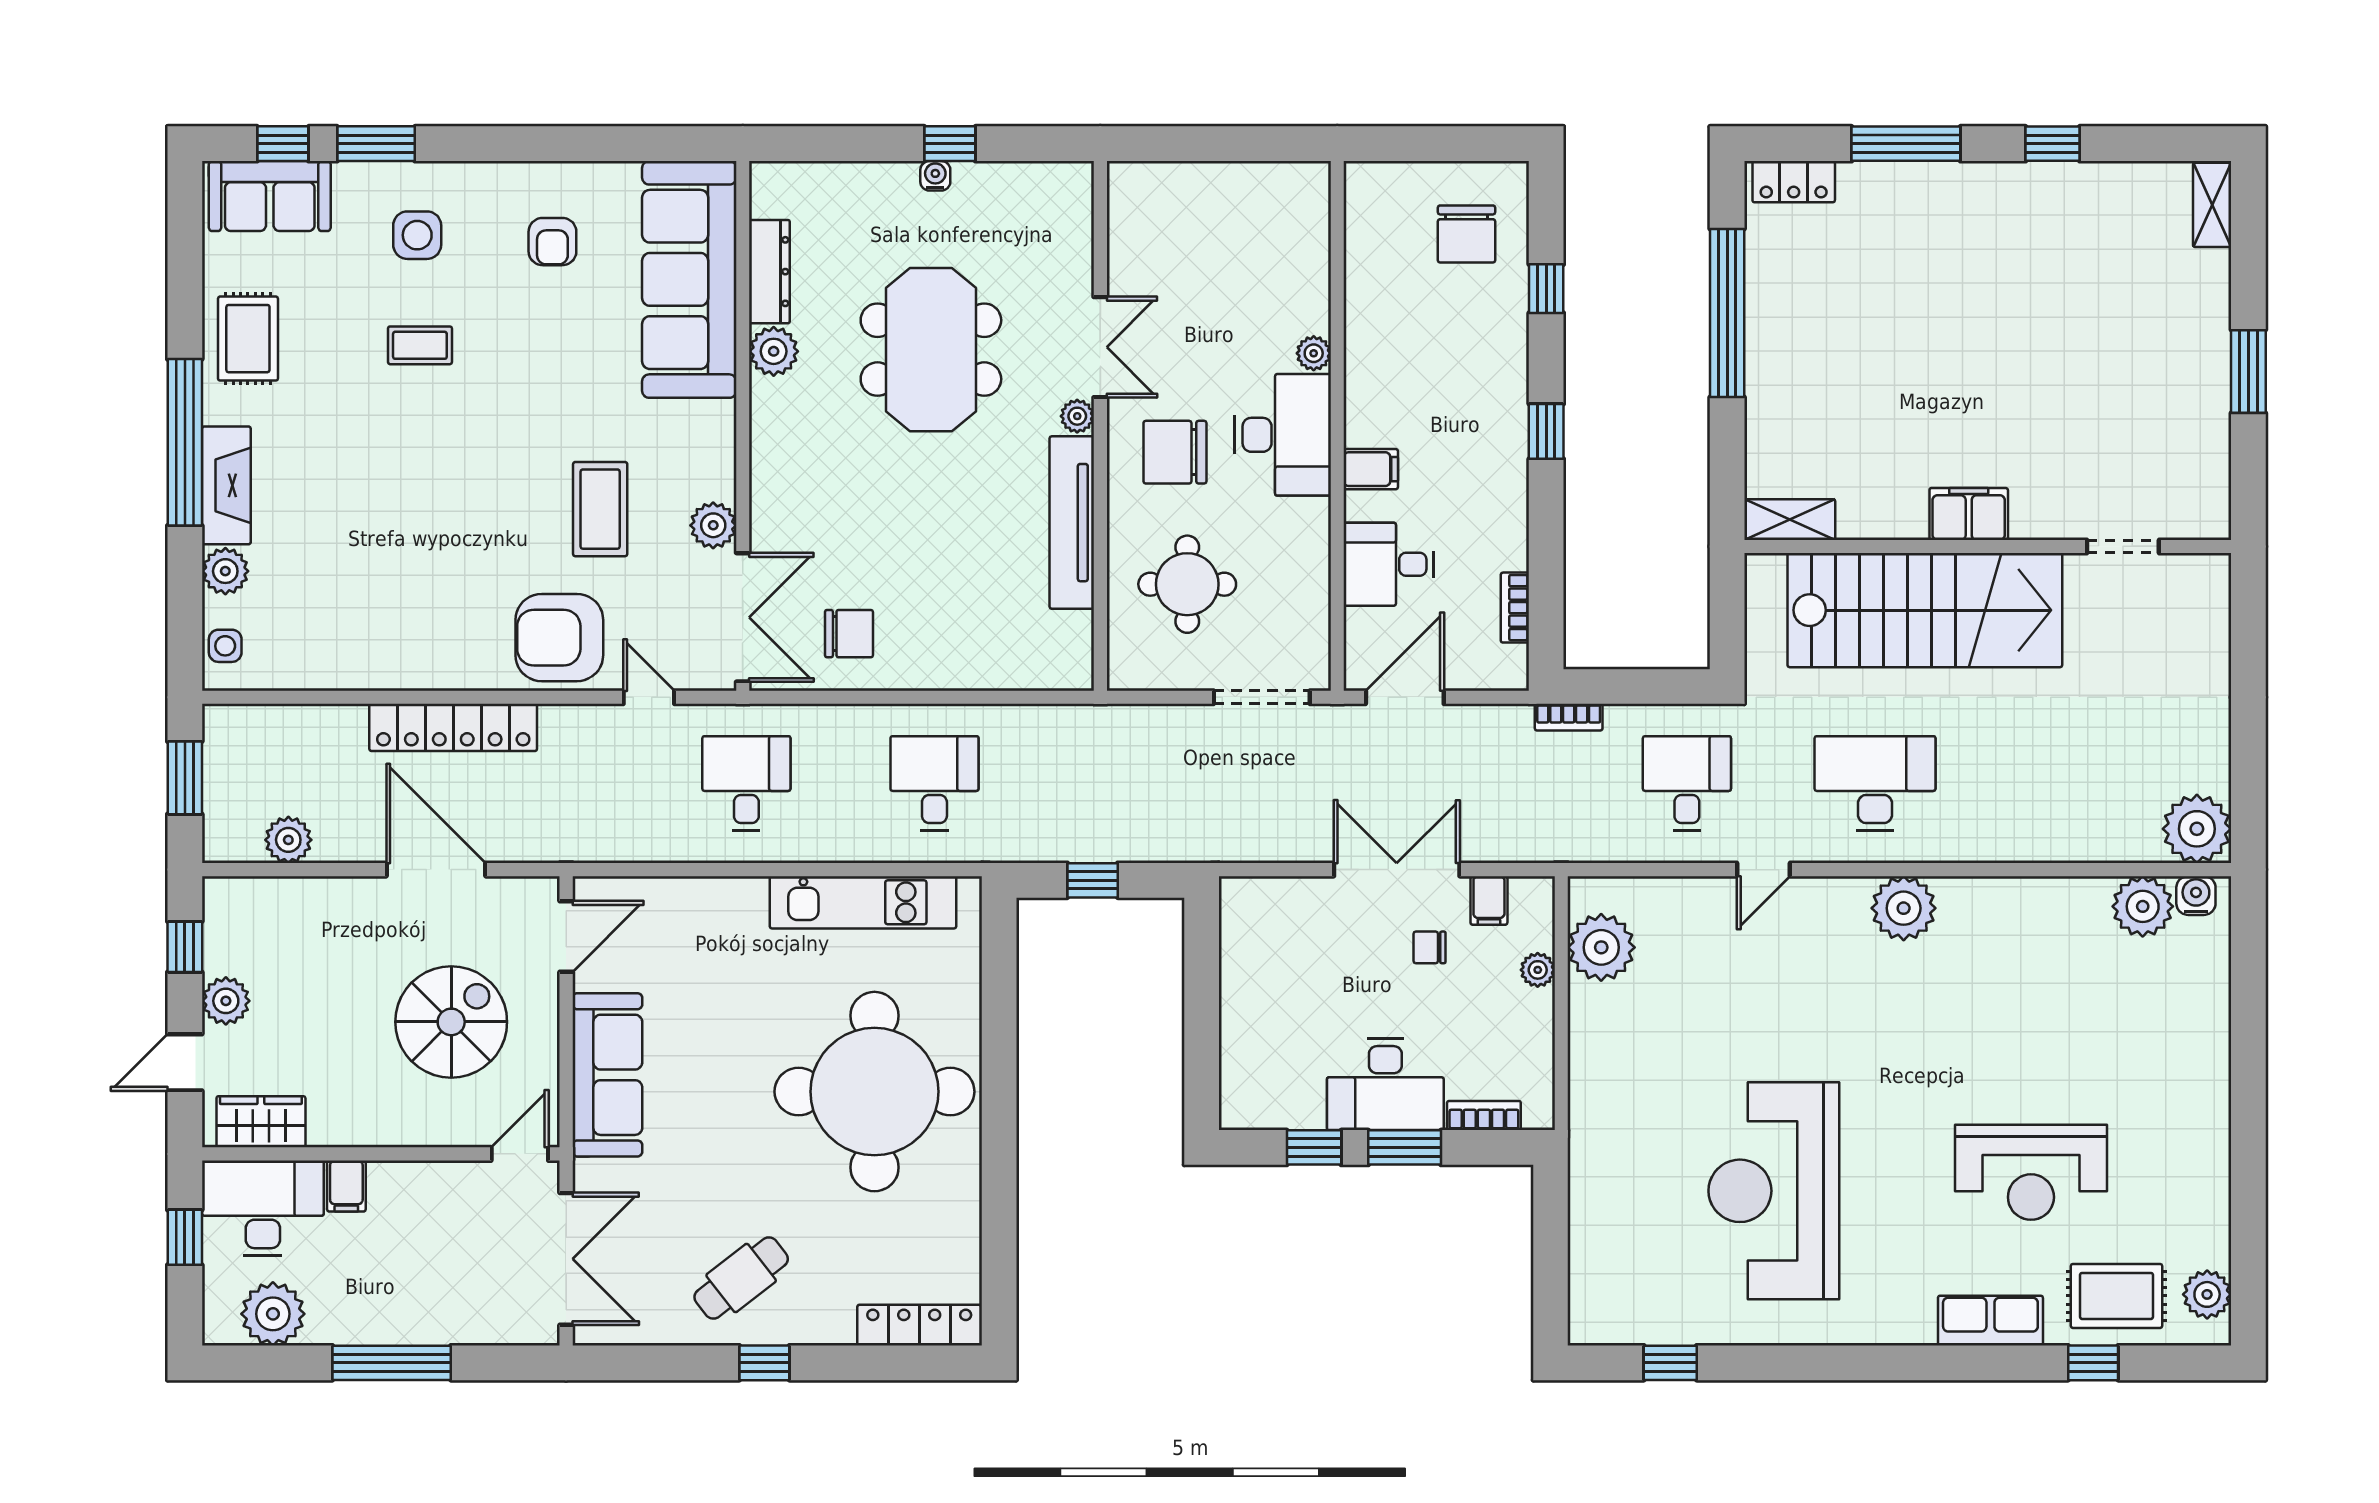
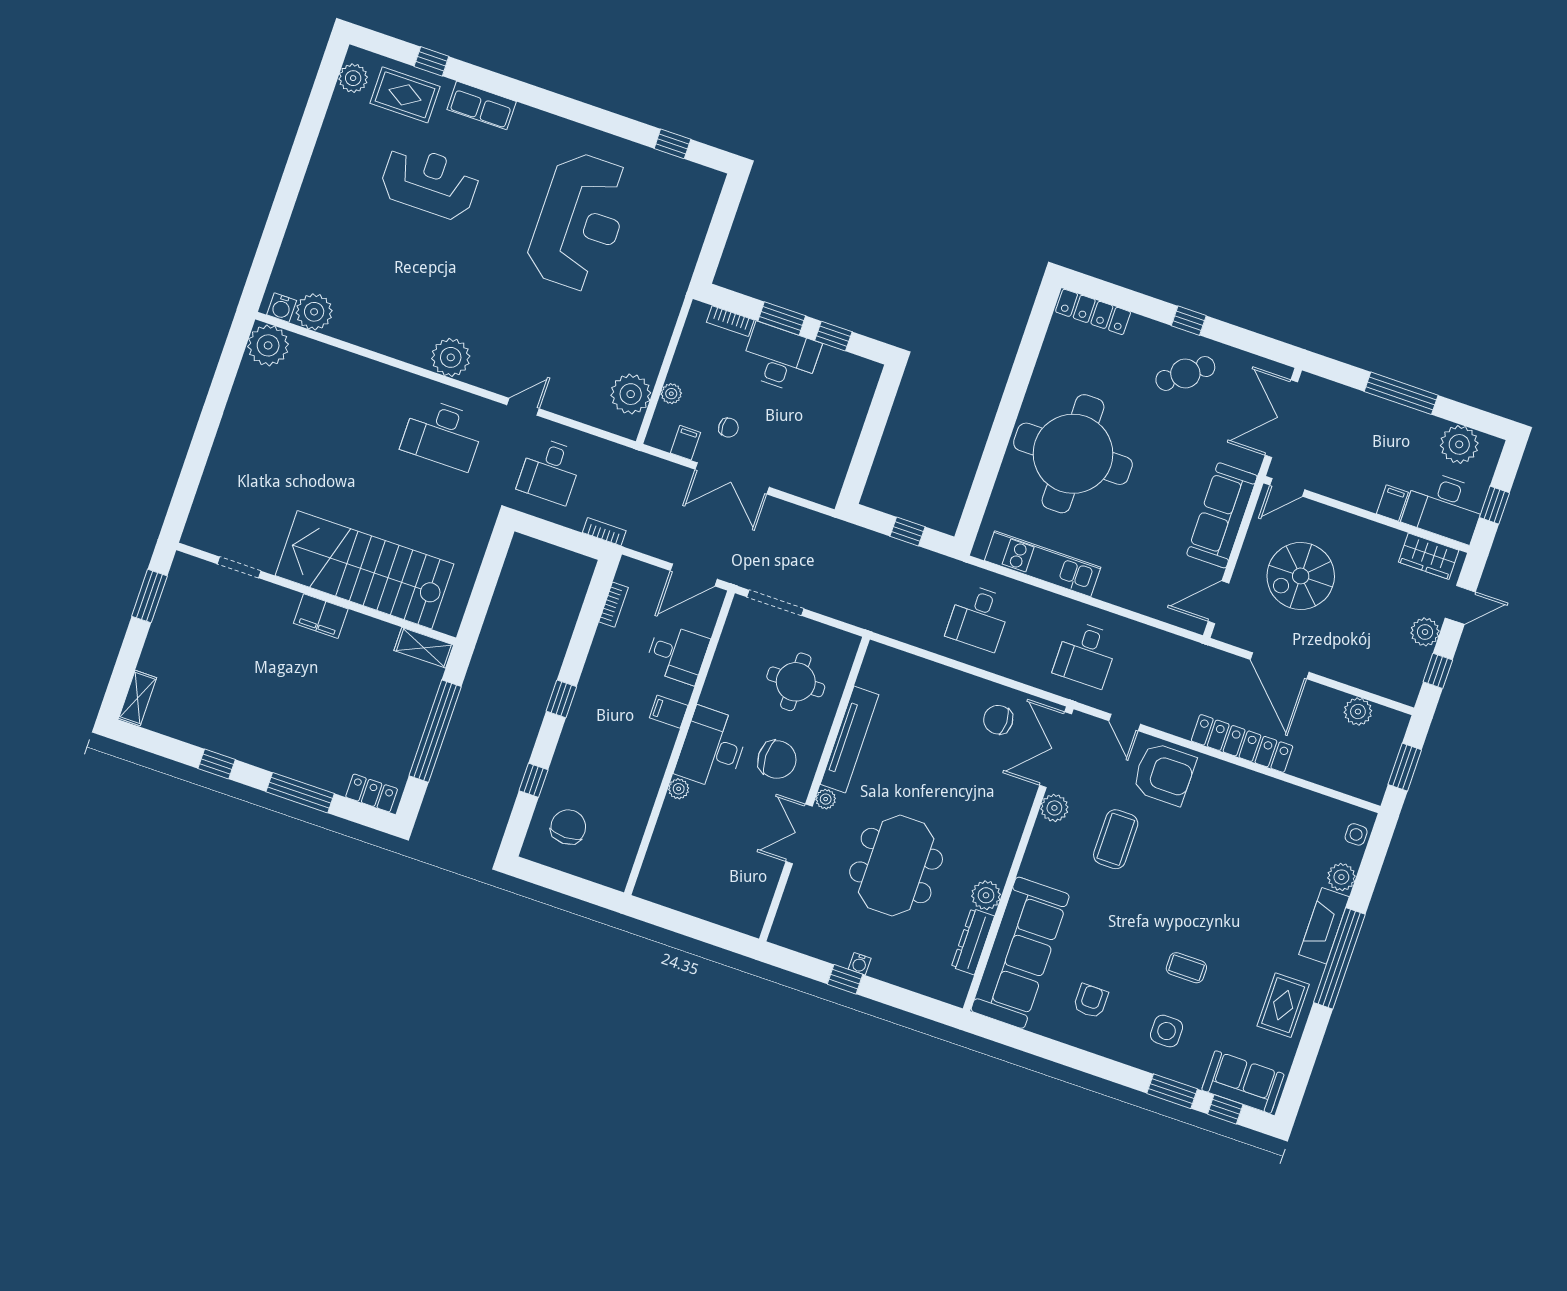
filing cabinet: (1969, 514) -> (321, 616), moved
shelving: (1790, 520) -> (424, 648), moved
wall: (1988, 546) -> (316, 594), moved
doorway: (2123, 546) -> (239, 567), moved
stairs: (1925, 610) -> (364, 570), moved

